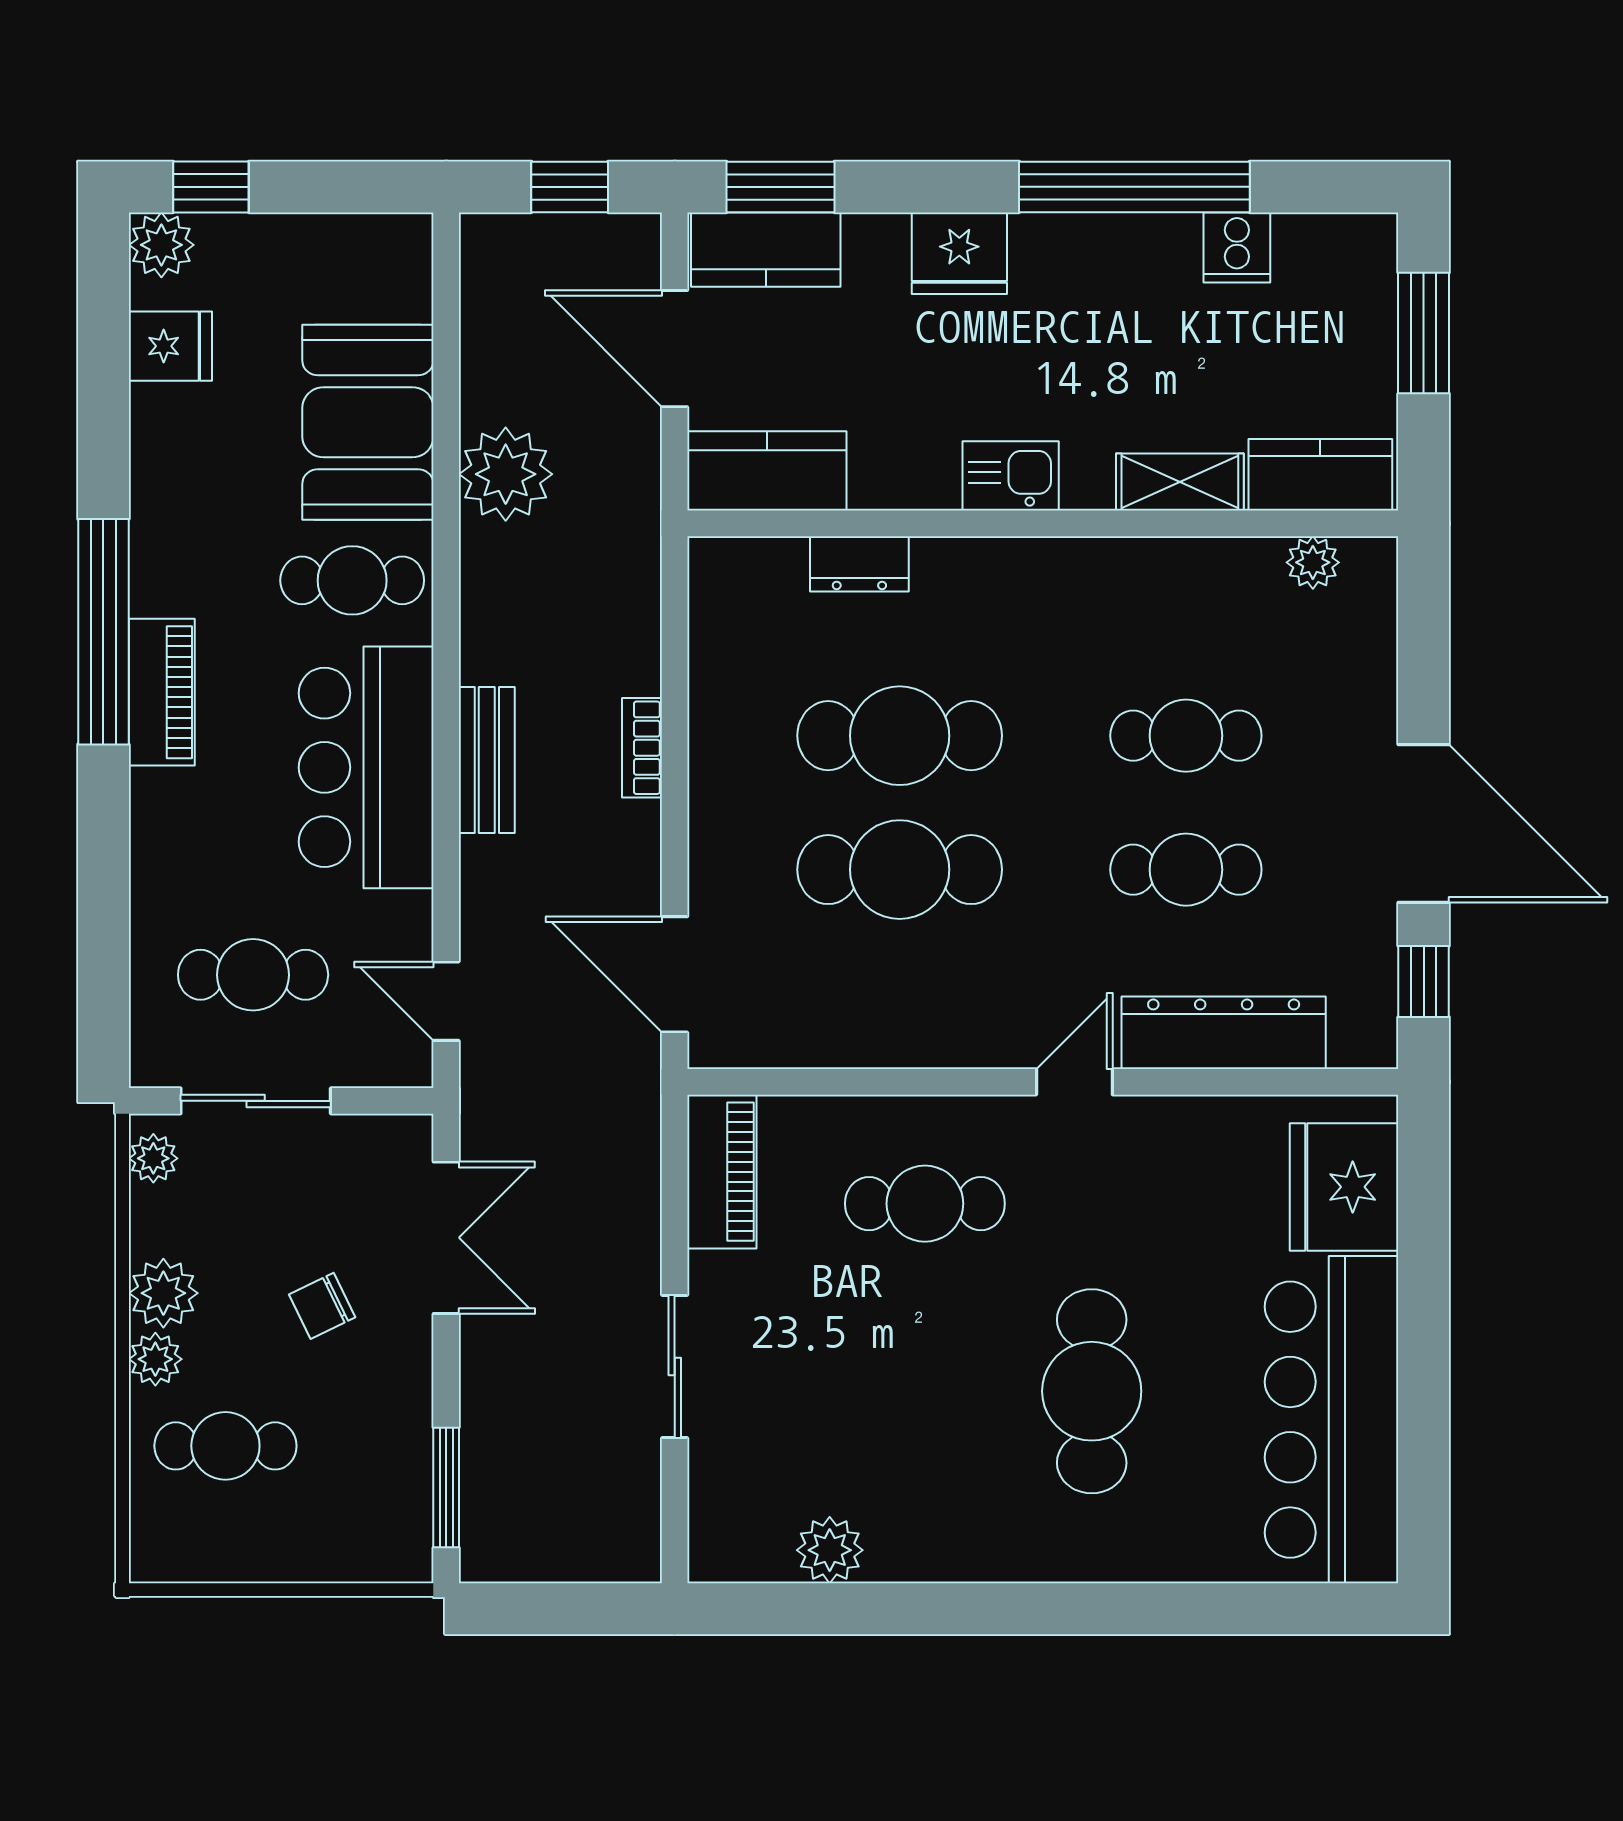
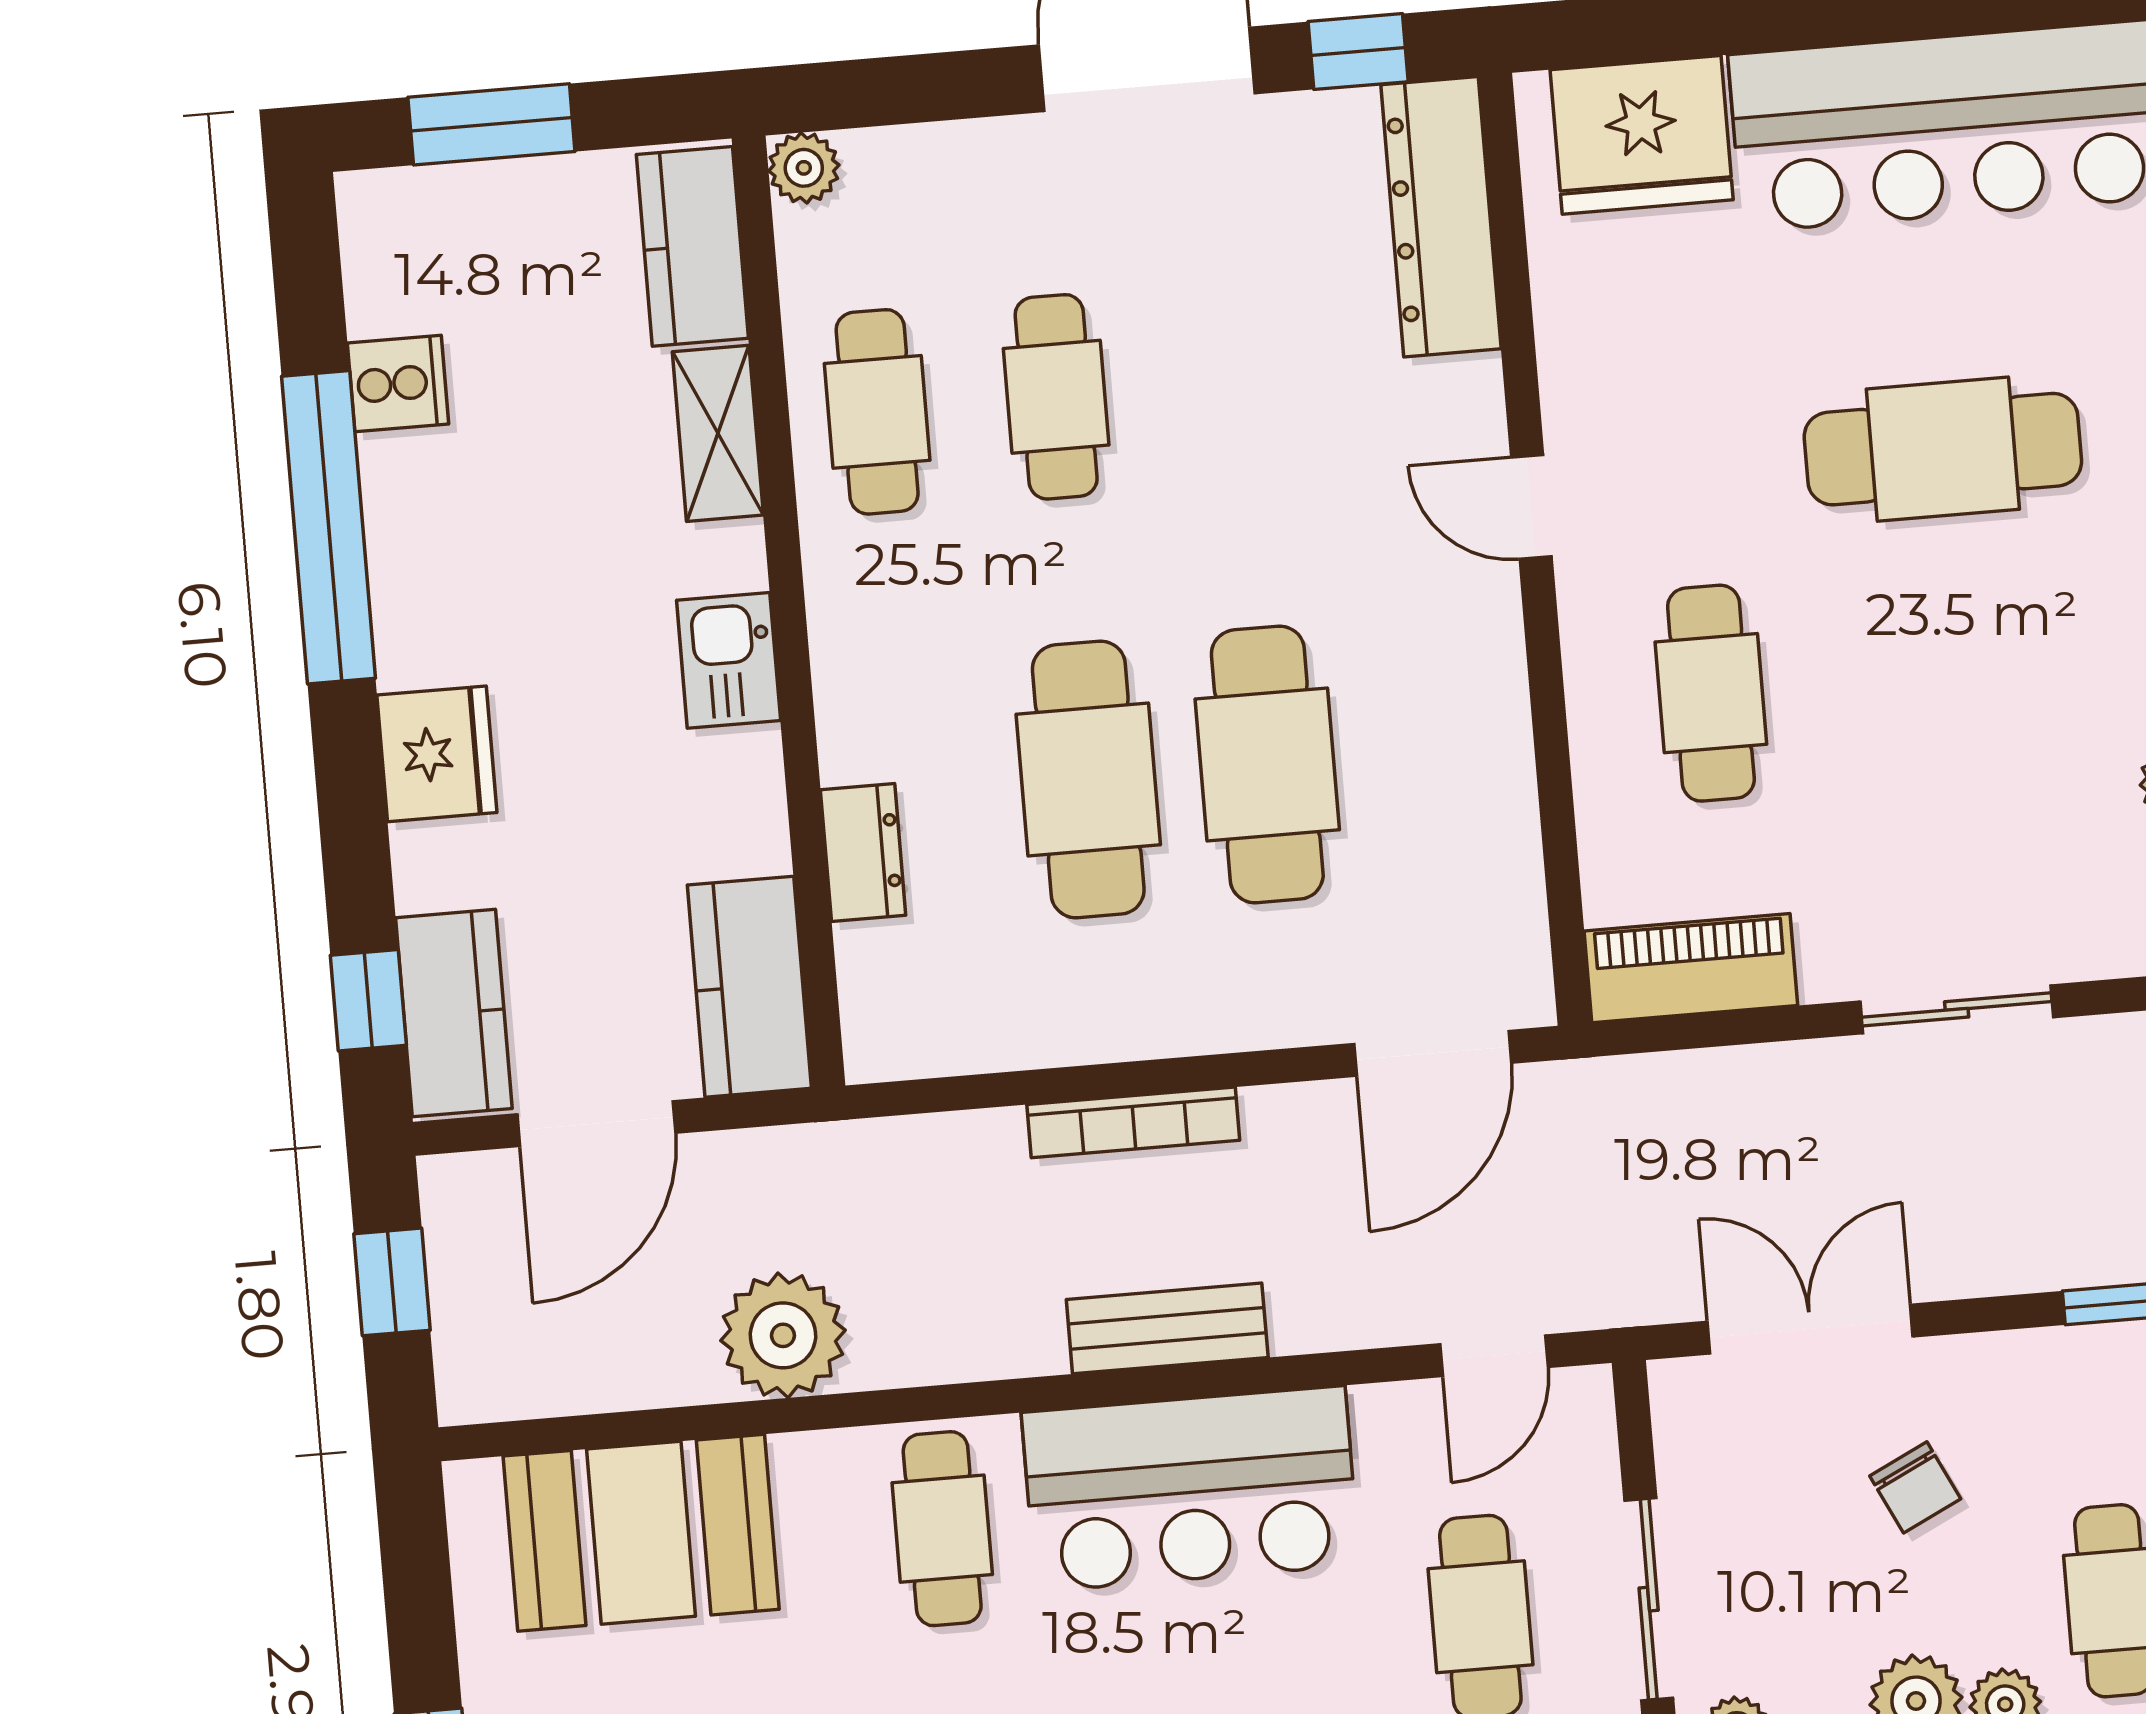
window: (780, 187) -> (368, 1000), width x0.67
booth: (368, 422) -> (641, 1533), moved
plant: (1313, 562) -> (804, 168), moved
bookcase: (642, 748) -> (1133, 1122), width x1.56
cafe table: (1186, 870) -> (877, 412), moved
dresser: (1224, 1033) -> (1441, 217), moved

